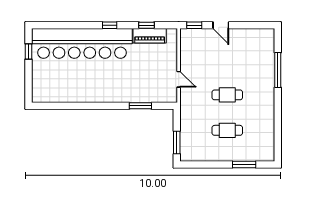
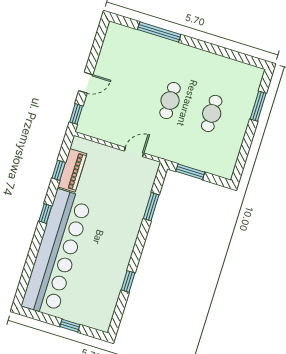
window: (29, 52) -> (70, 326), moved
window: (77, 106) -> (128, 281), added
window: (177, 143) -> (190, 172), moved

